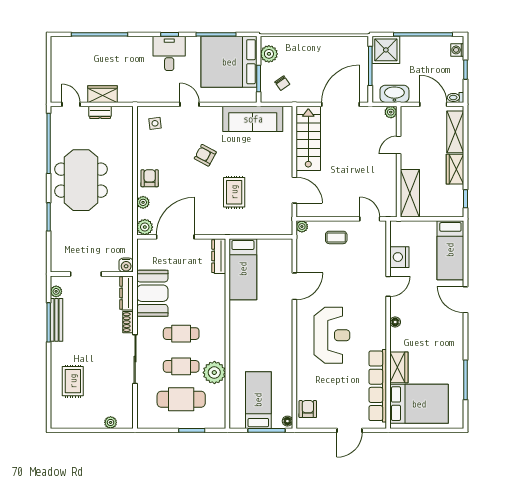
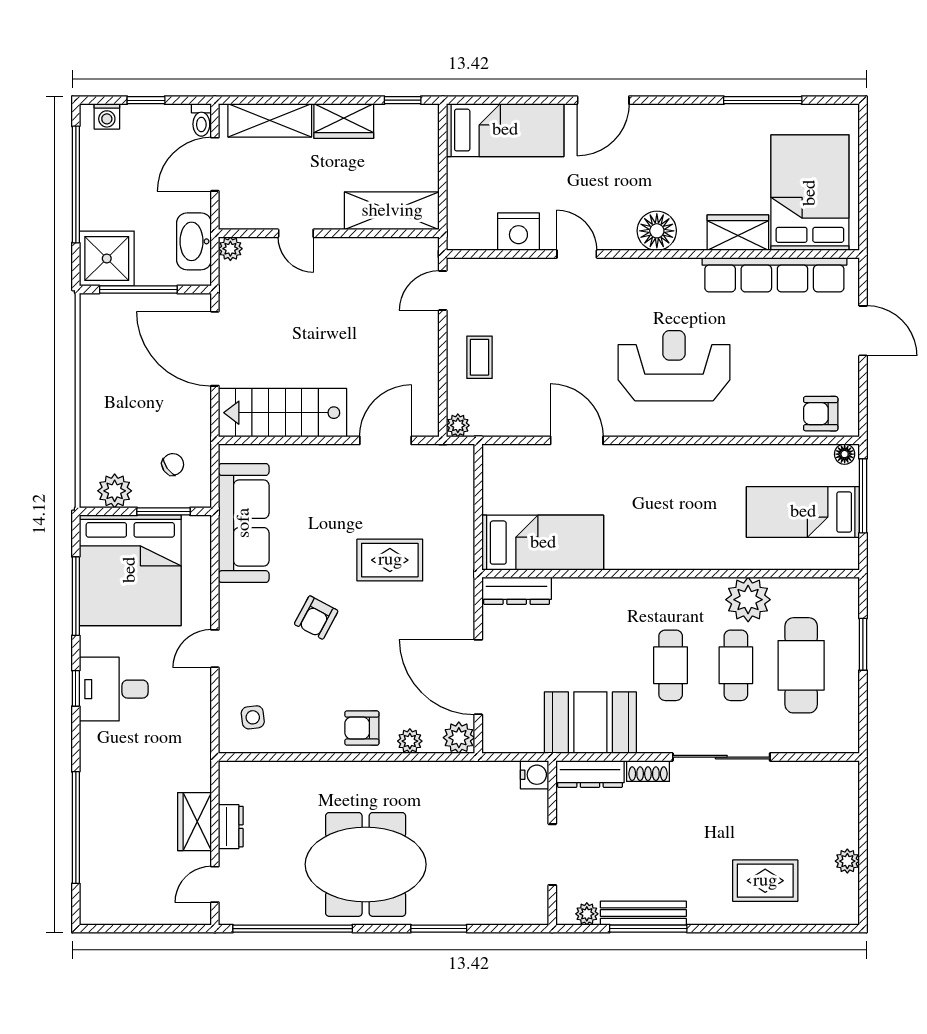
floor lamp: (395, 322) -> (657, 231), width x1.89, depth x1.89
plant: (111, 422) -> (847, 861), moved

